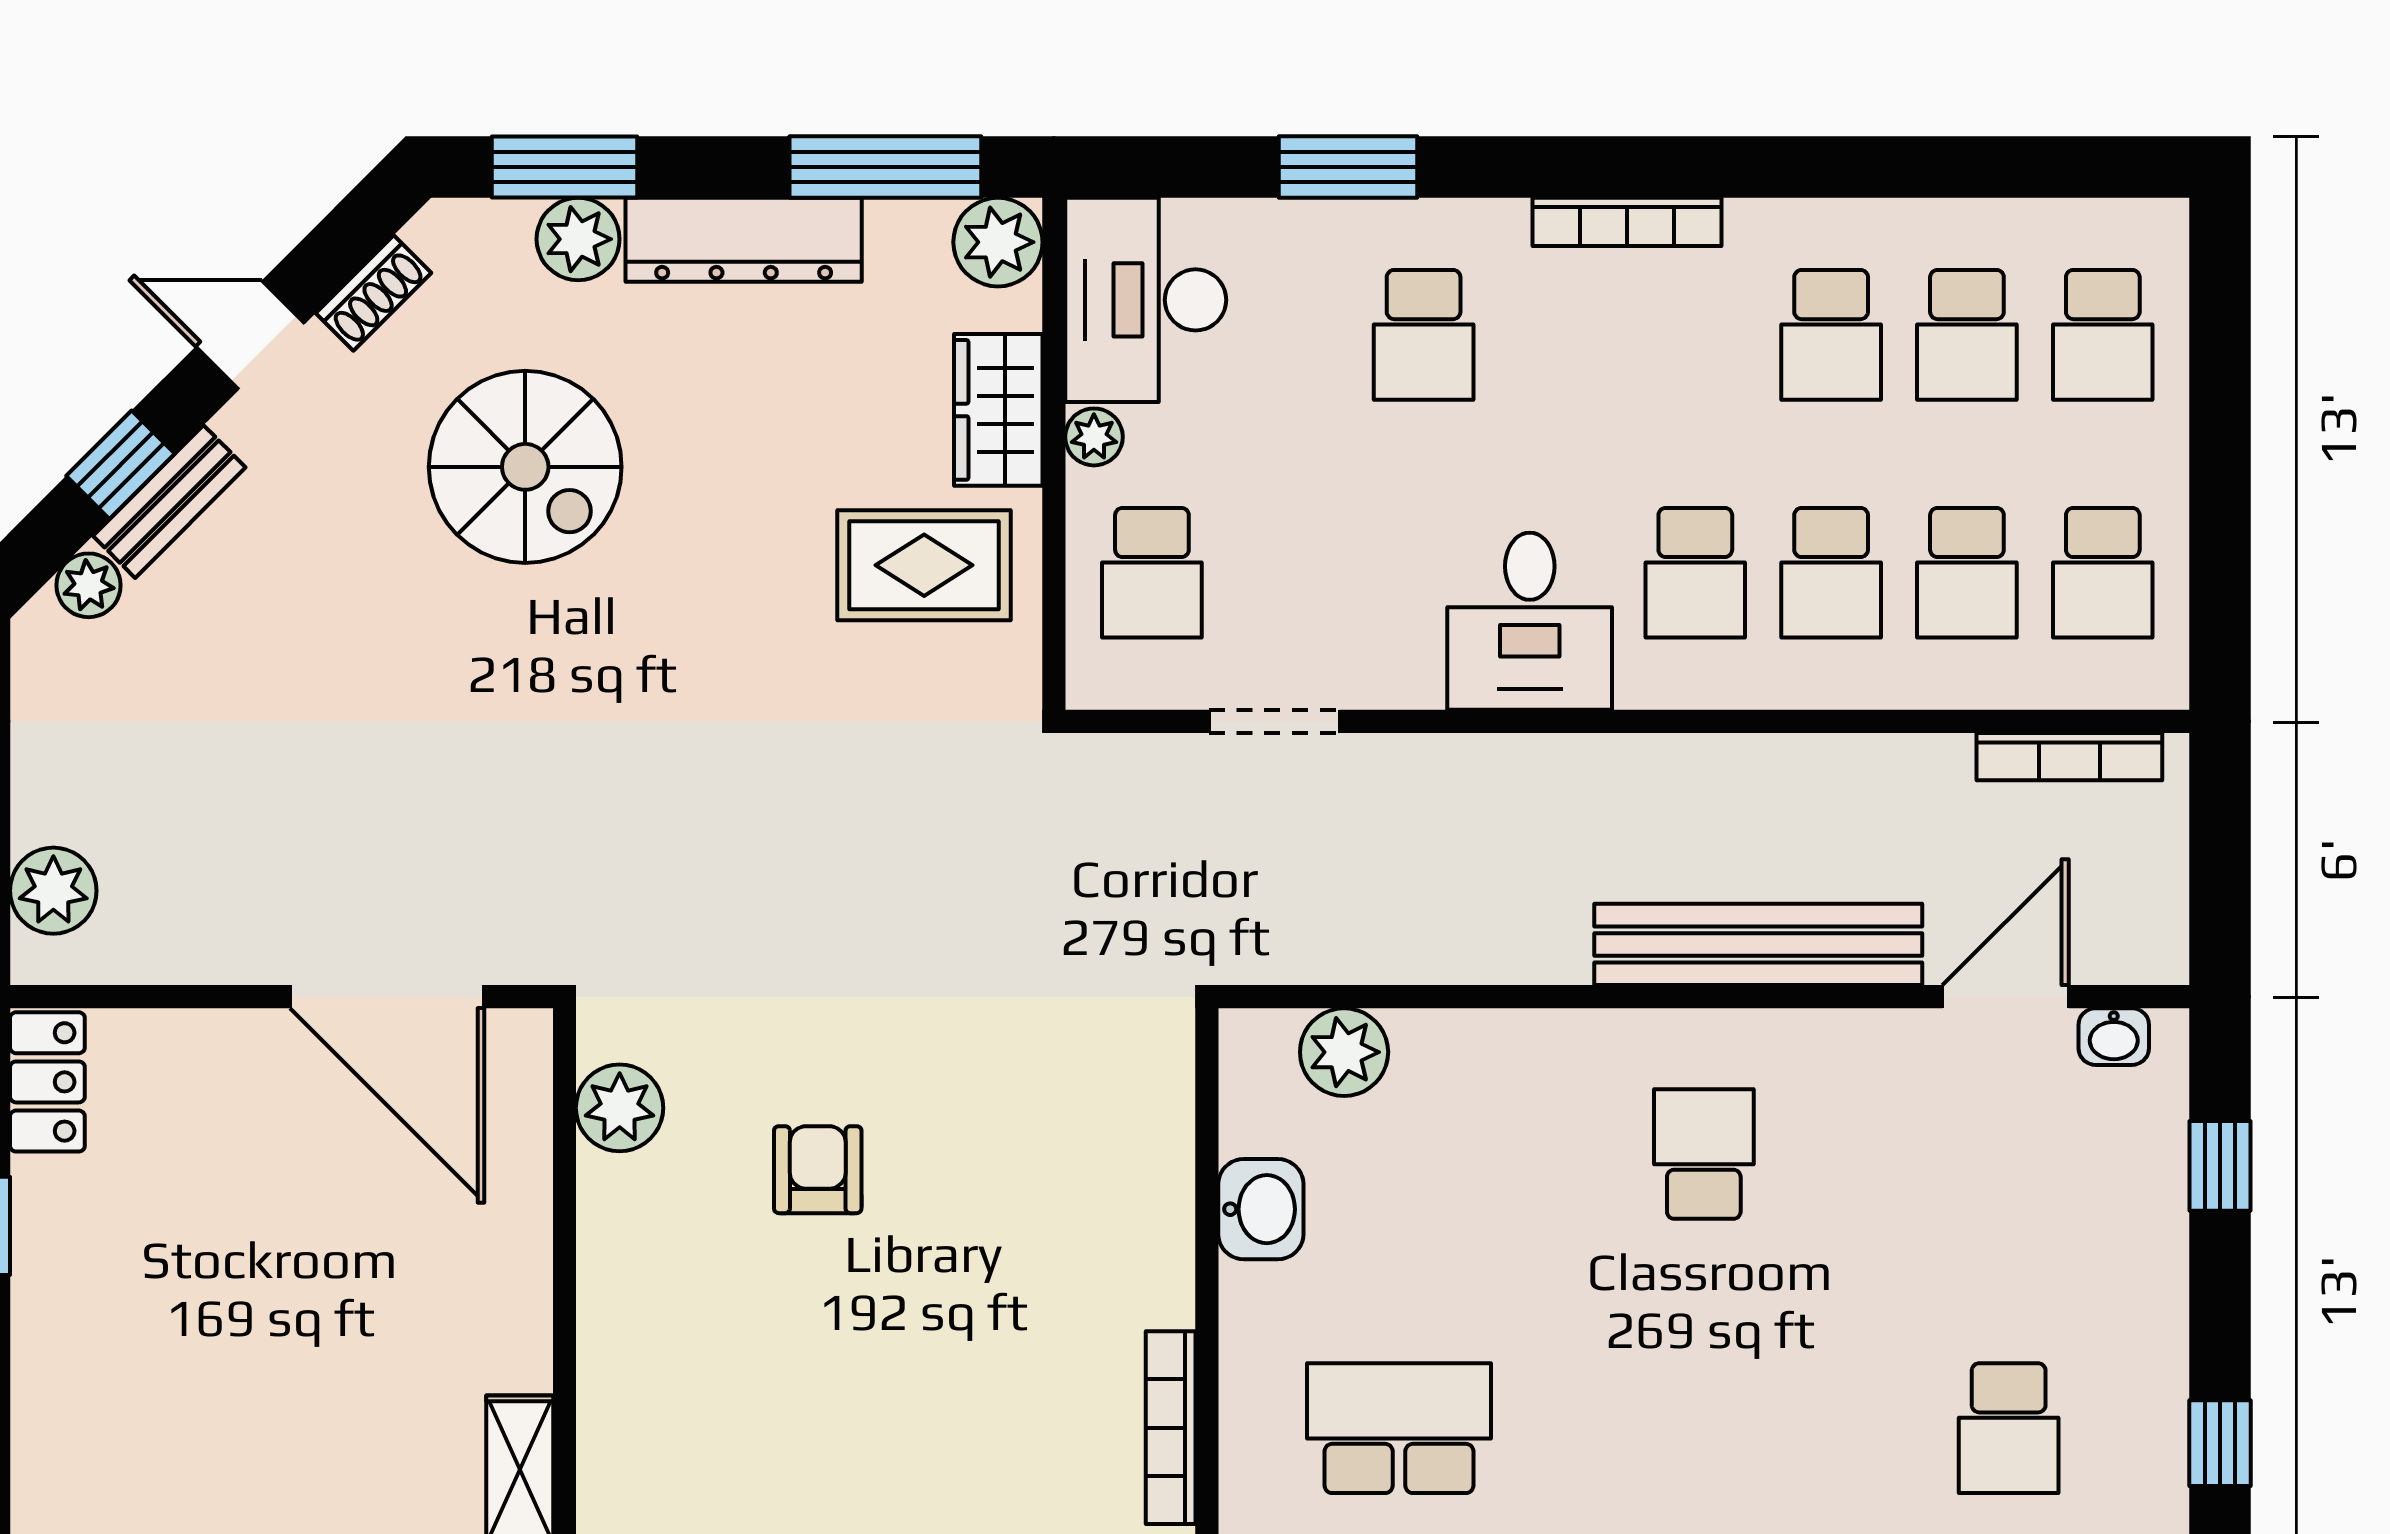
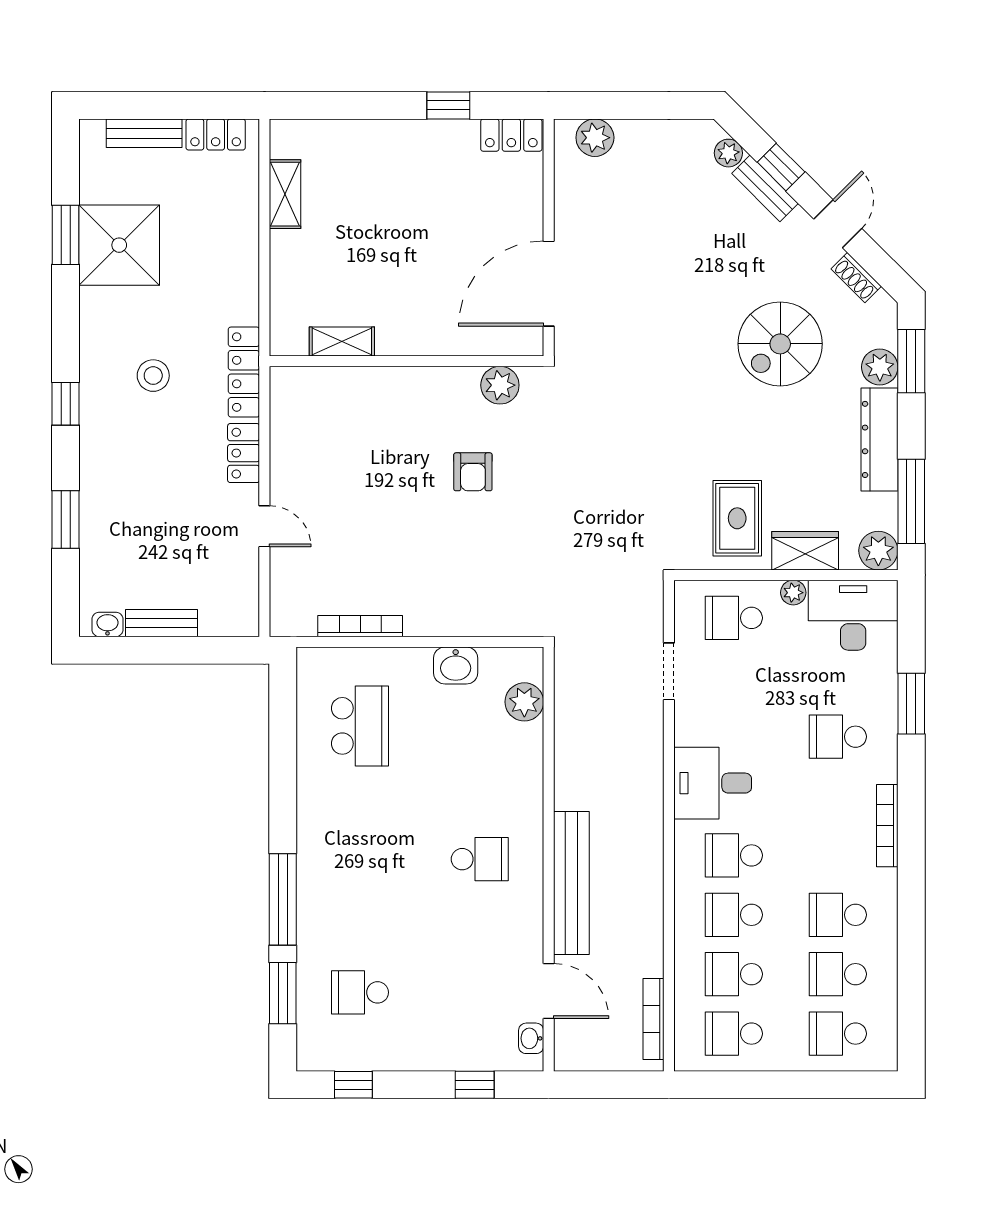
armchair: (818, 1170) -> (473, 472), turned 90

